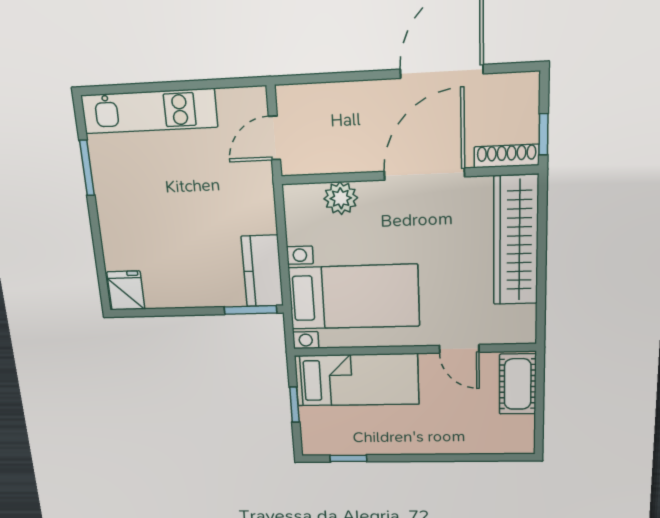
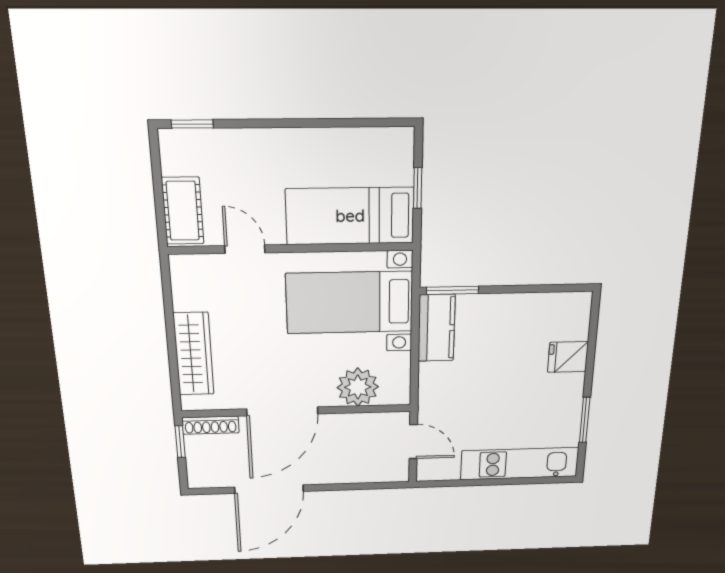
door: (274, 138) -> (413, 442), hinge flipped
plant: (341, 198) -> (358, 387), width x1.36, depth x1.36
wardrobe: (516, 241) -> (194, 354), width x0.71, depth x0.85
fridge: (126, 291) -> (568, 357), moved, turned 90
window: (348, 458) -> (192, 124), moved

